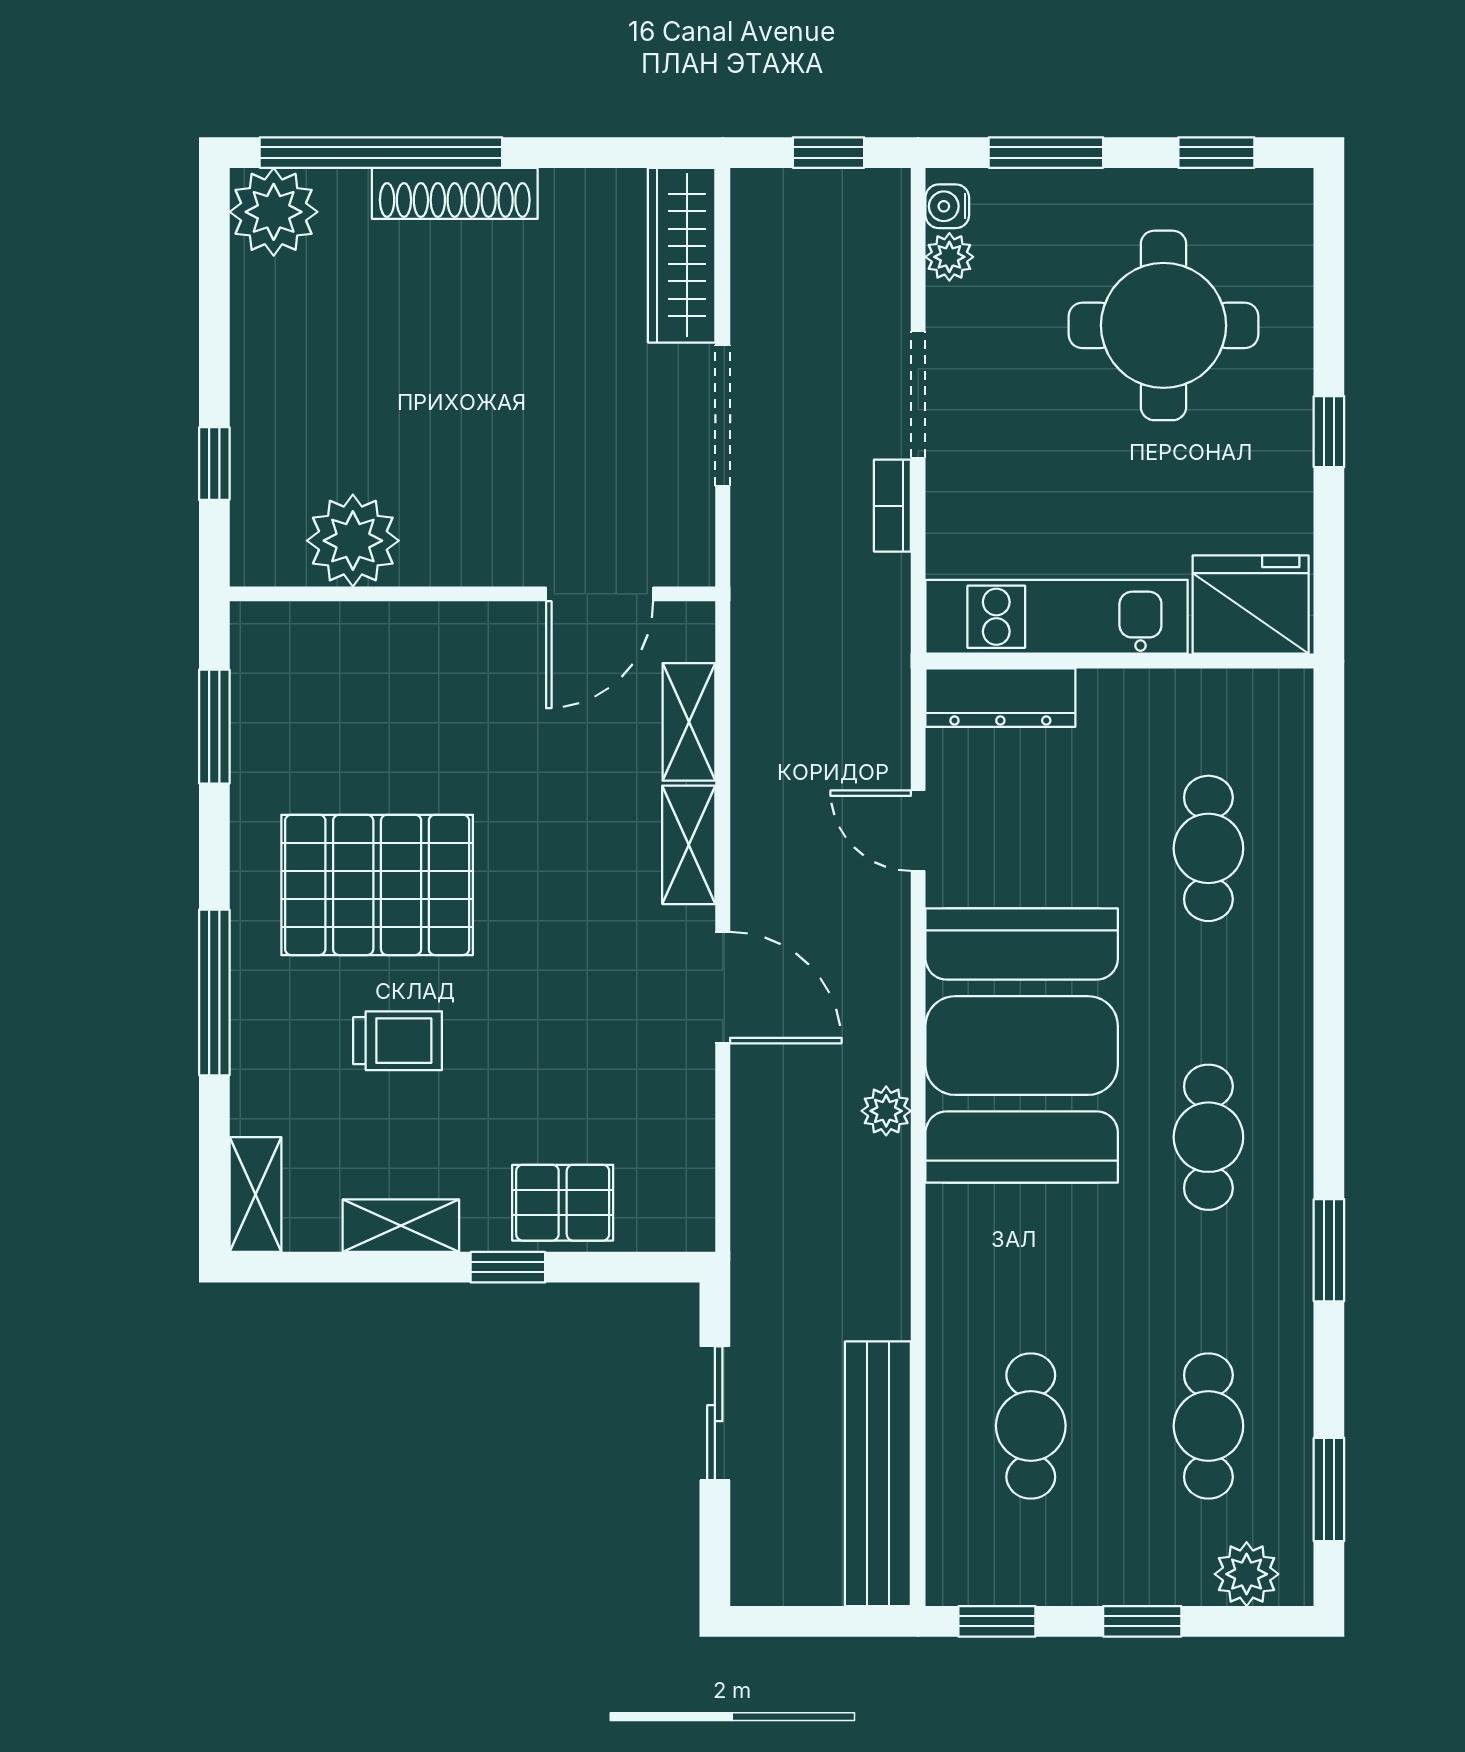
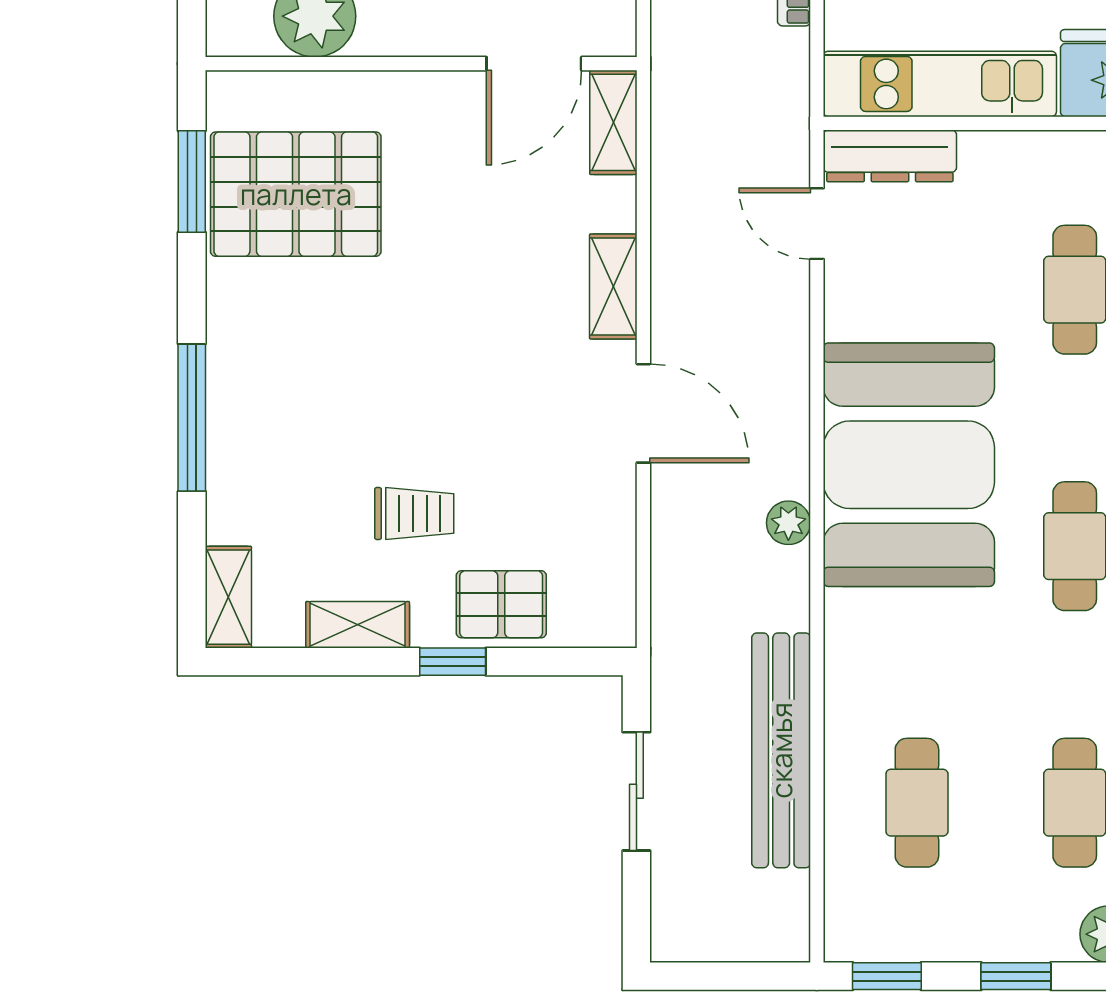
shelving: (689, 722) -> (613, 122), moved
door: (918, 831) -> (817, 224), moved
pallet: (377, 885) -> (296, 194), moved
trolley: (398, 1041) -> (414, 514), moved
bench: (878, 1474) -> (781, 750), moved

